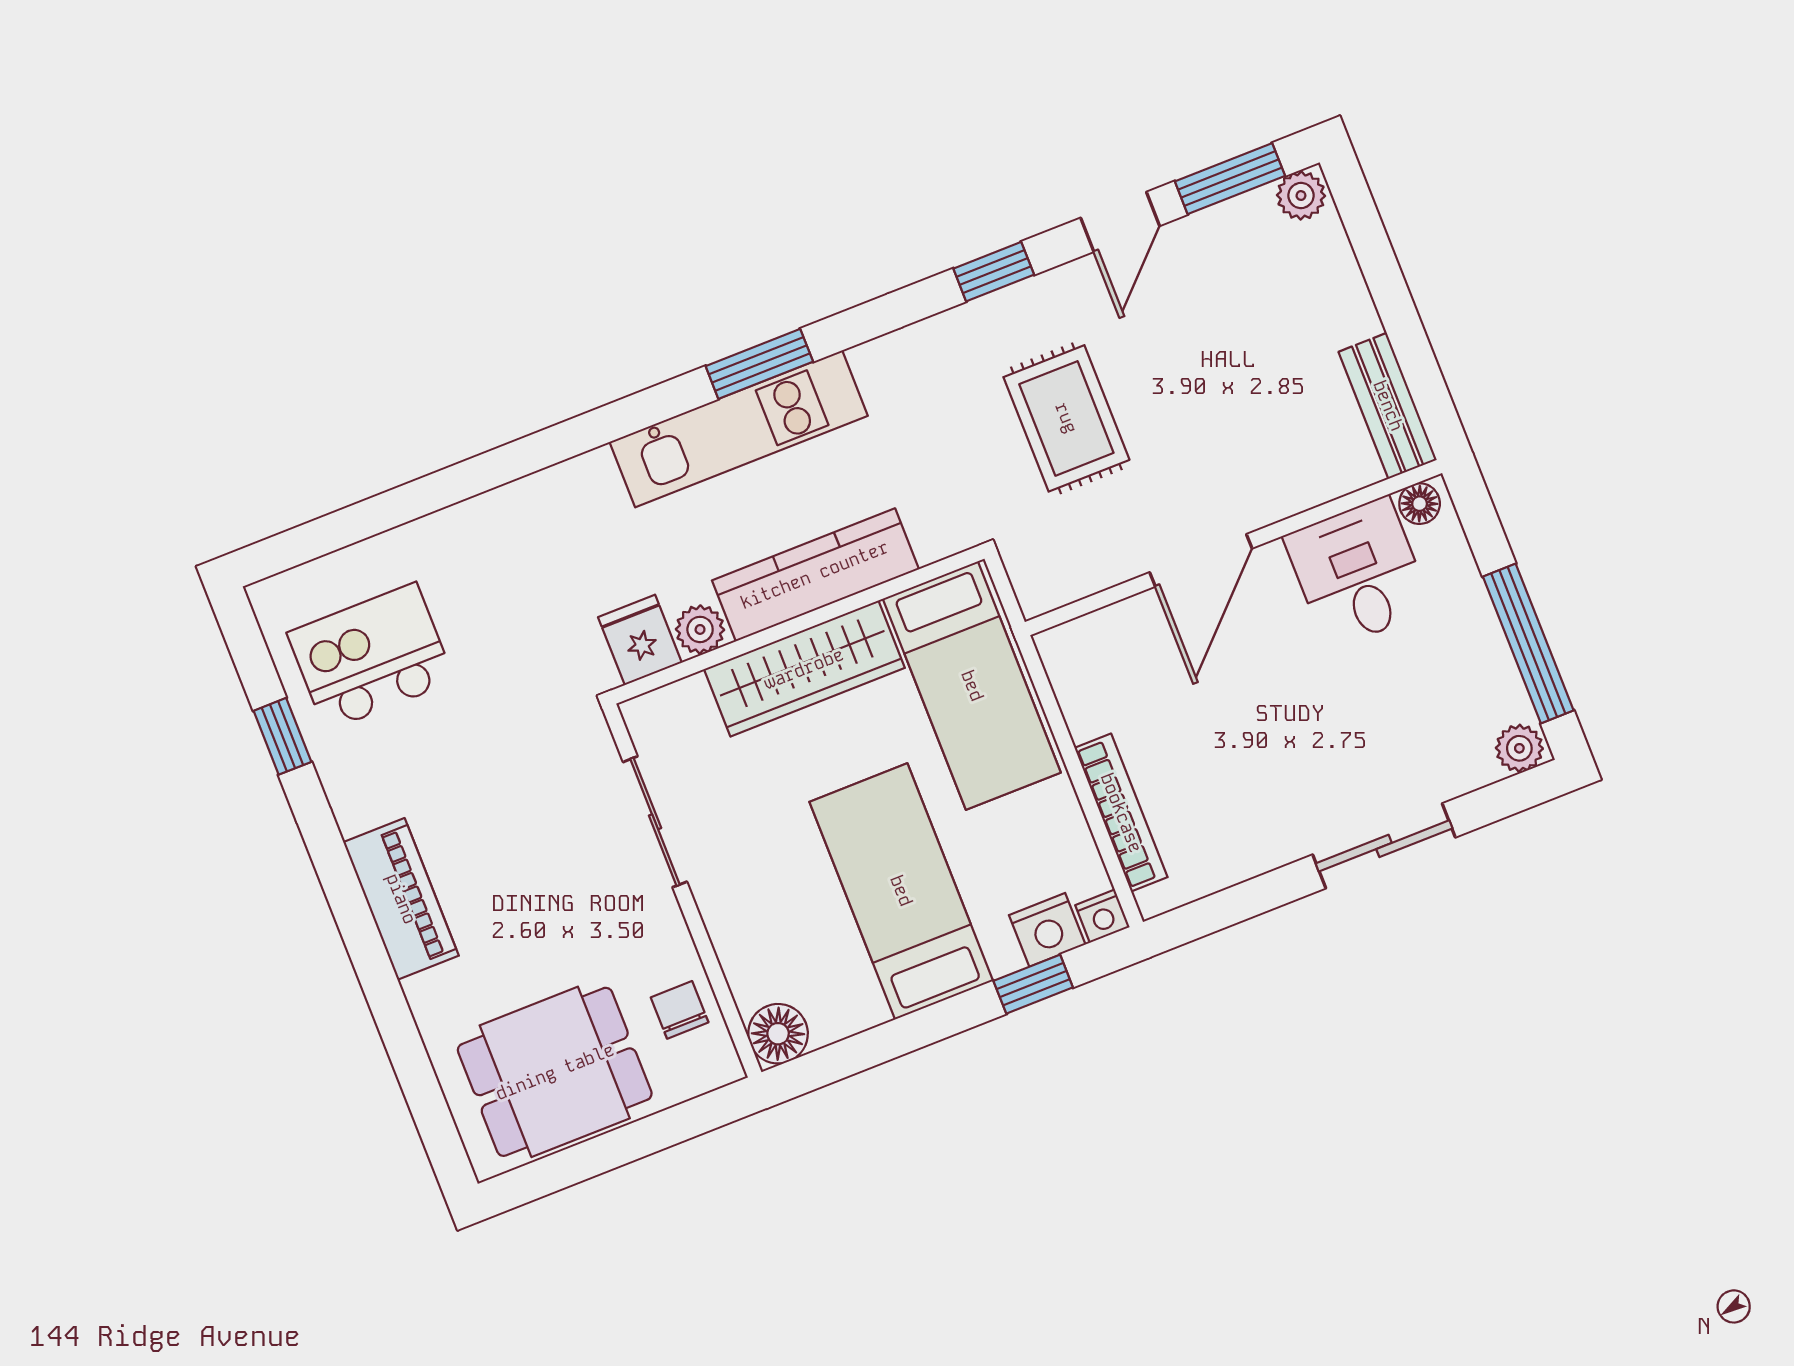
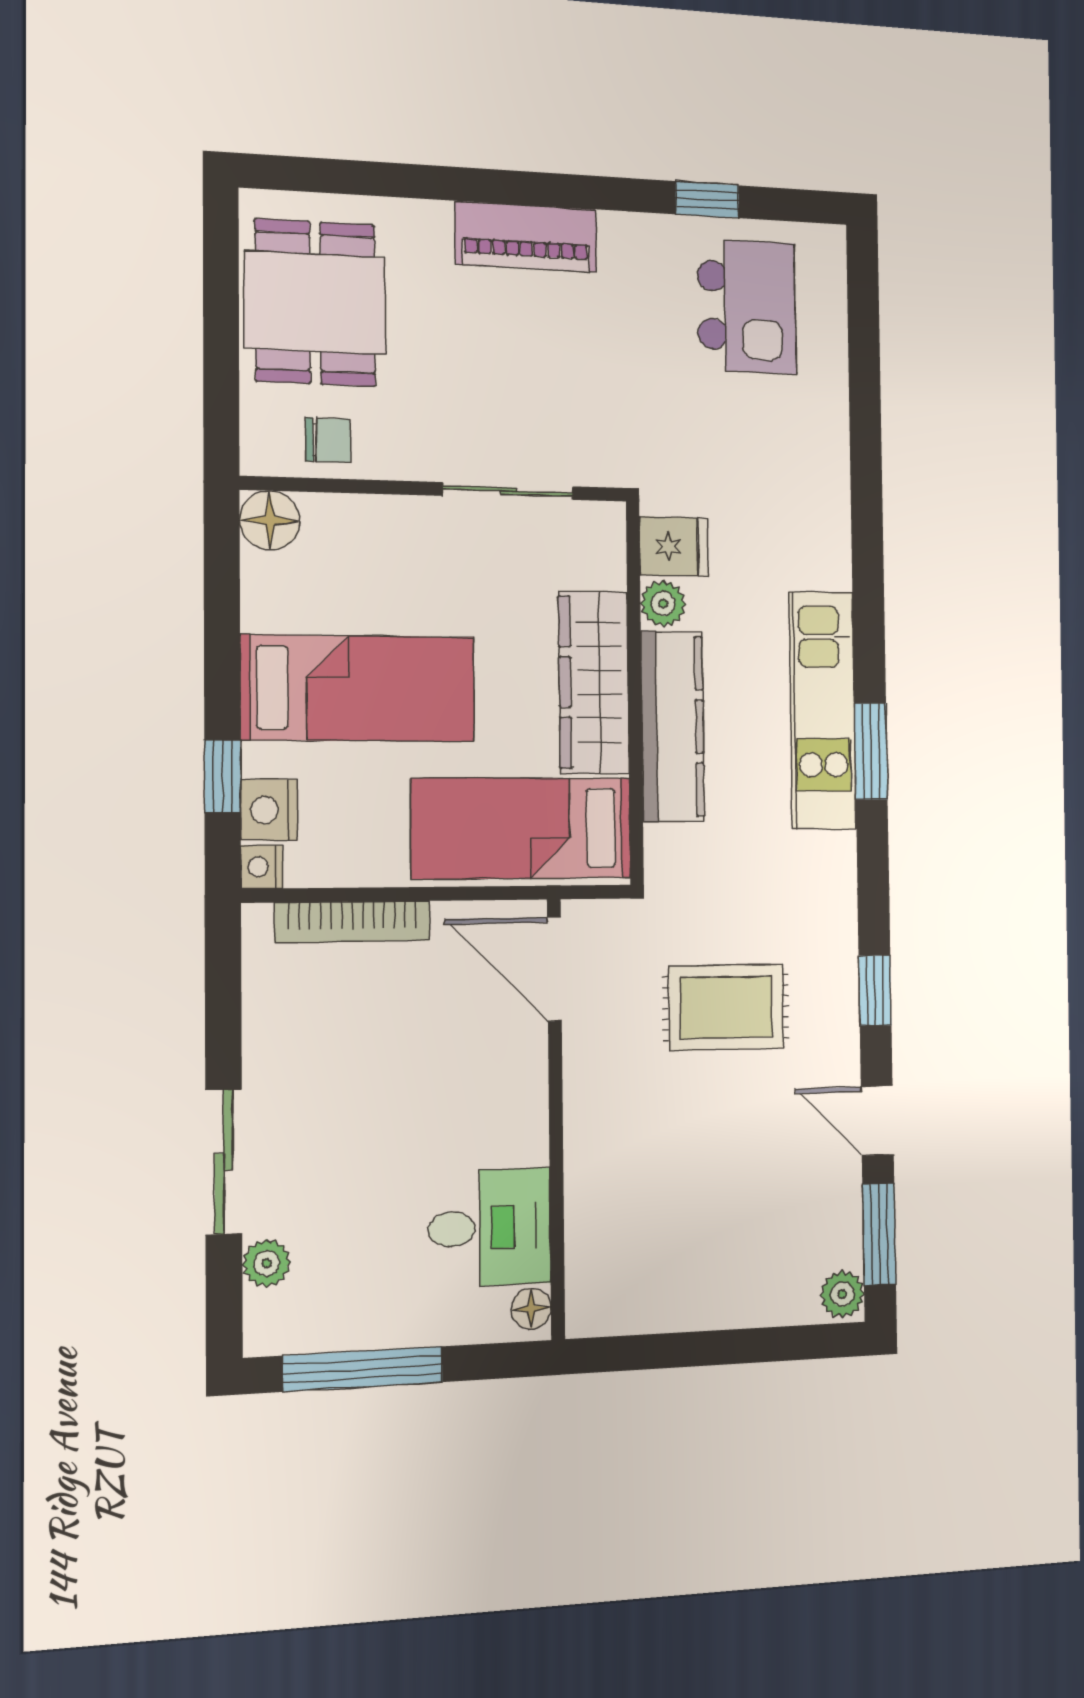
bench: (1388, 406) -> (630, 1309), removed
door: (1201, 560) -> (554, 969), moved
plant: (1519, 748) -> (267, 1263), moved

